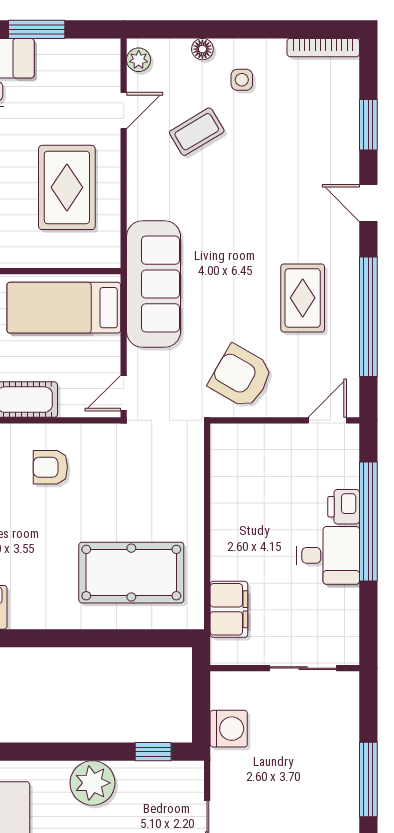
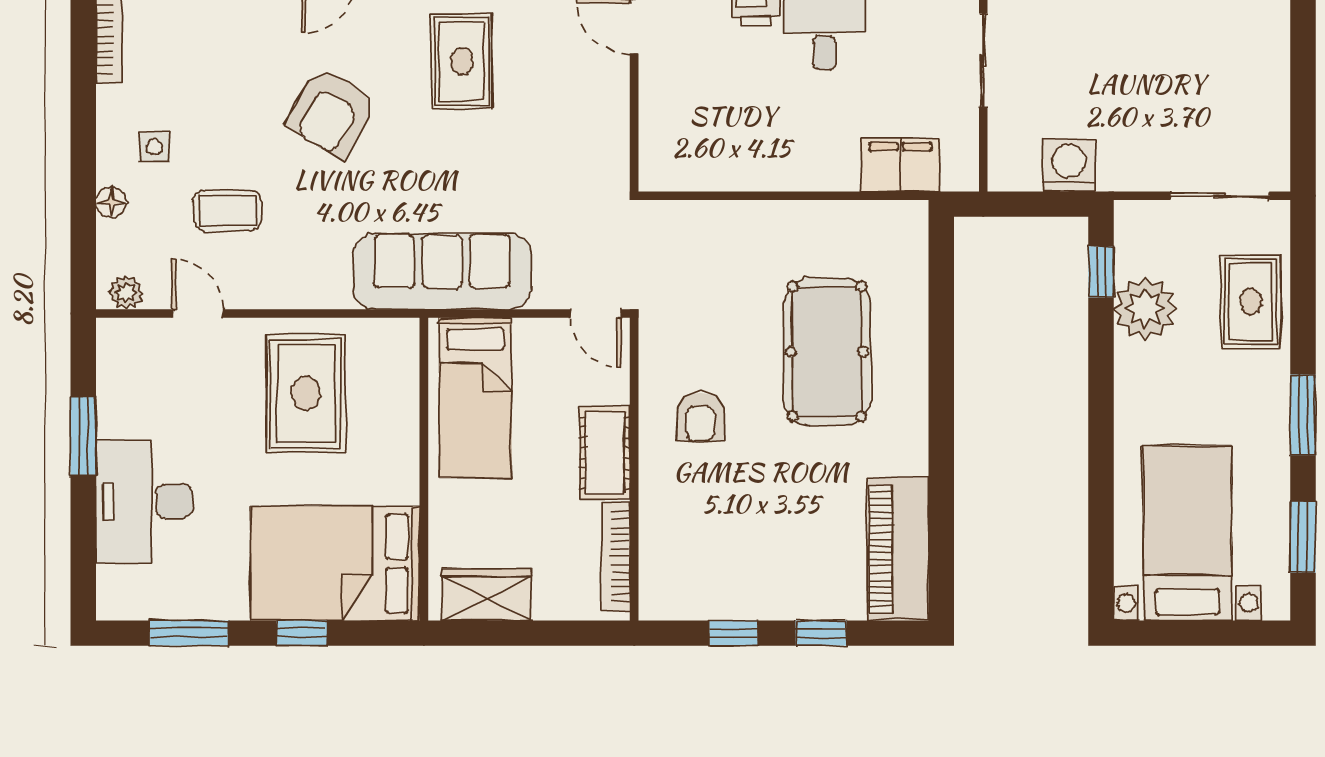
coffee table: (197, 132) -> (227, 210), turned -59
rug: (67, 187) -> (306, 393), turned 90
rug: (303, 298) -> (462, 61), turned 90
armchair: (241, 377) -> (332, 113), moved
pool table: (131, 573) -> (827, 352), moved
plant: (92, 783) -> (1145, 309), moved

